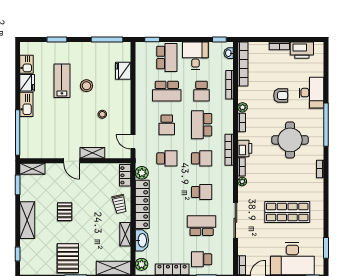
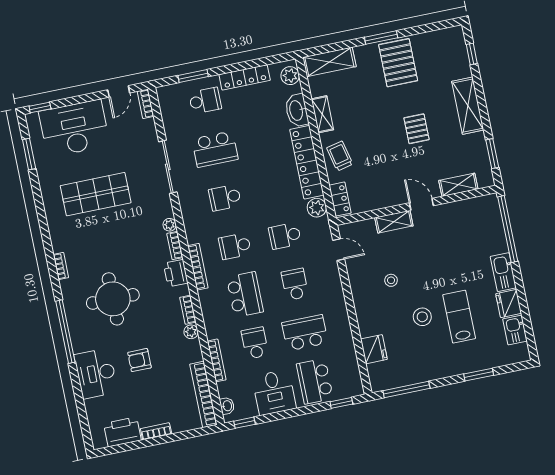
lab bench: (62, 81) -> (459, 317), turned 180
shelving: (32, 169) -> (458, 185), moved

